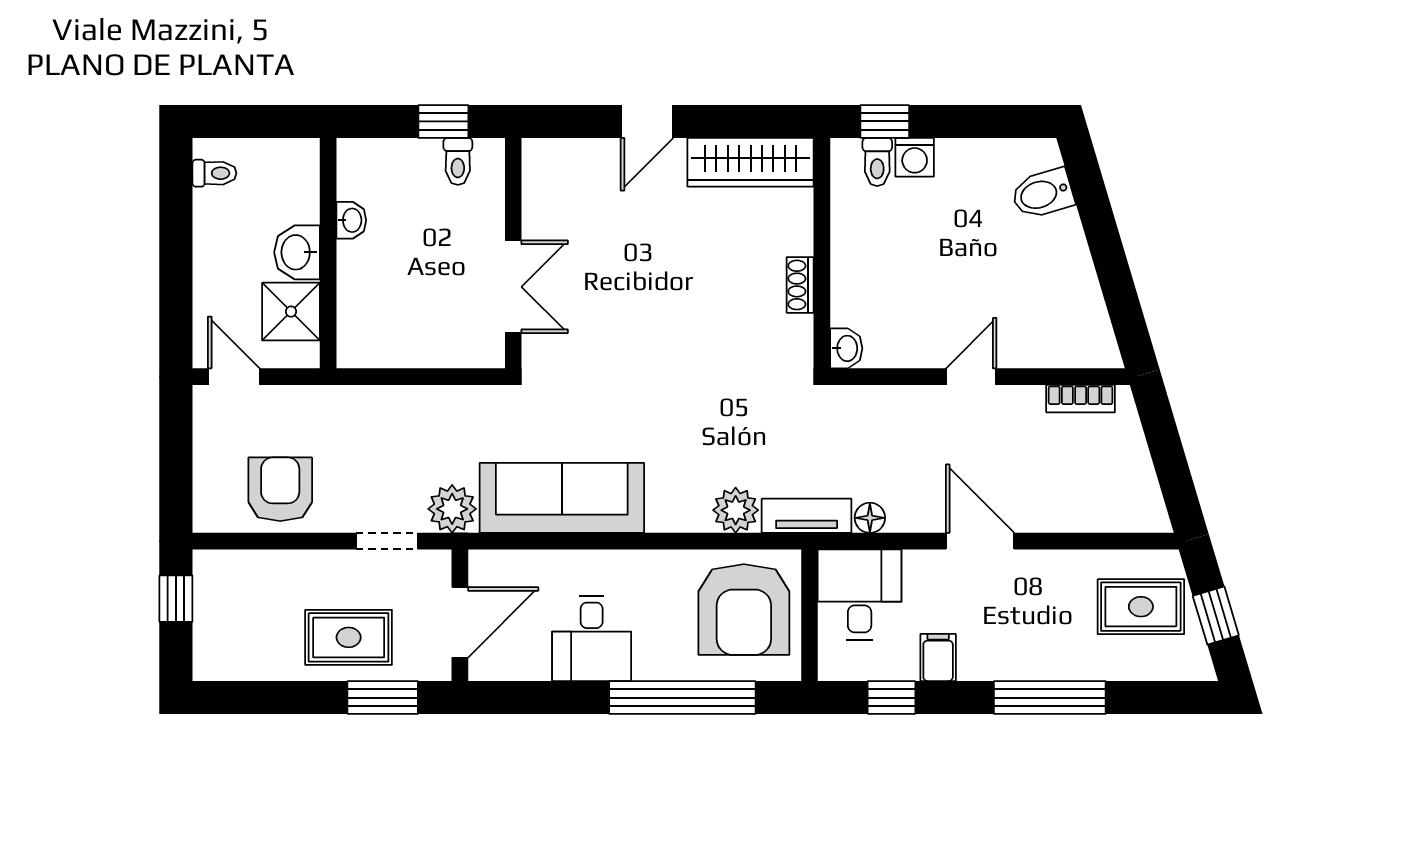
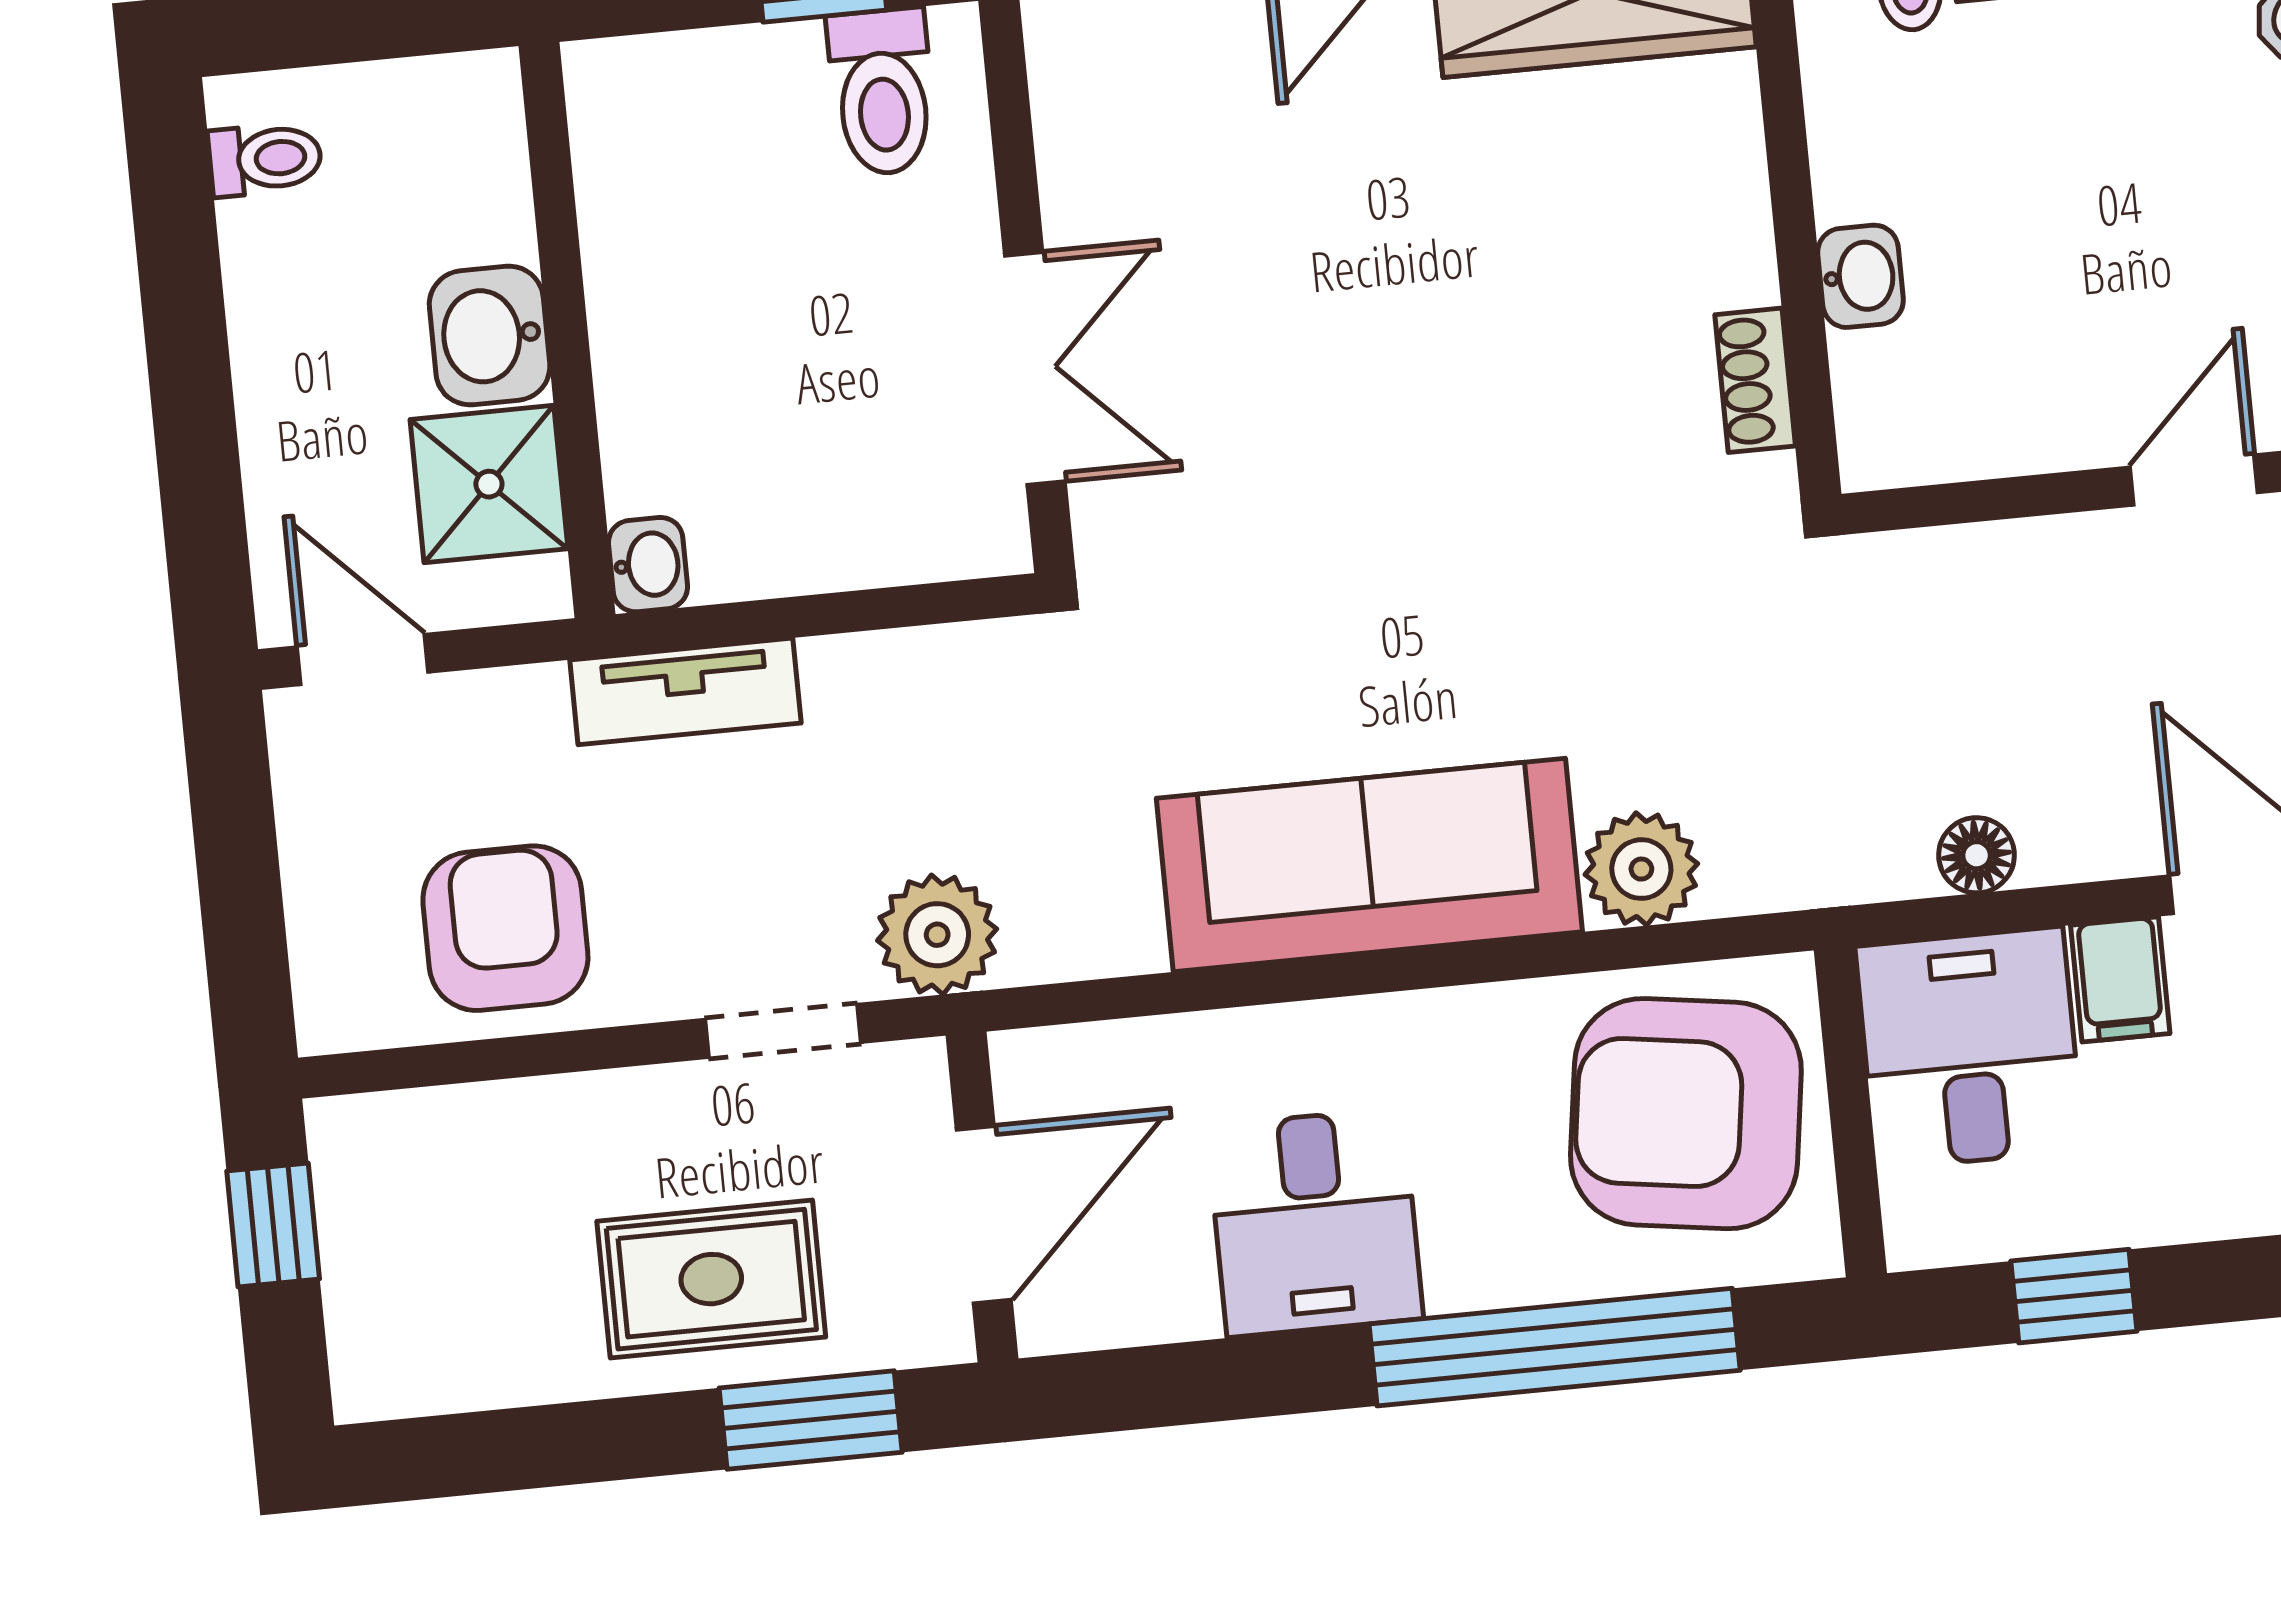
toilet: (458, 161) -> (882, 92), width x1.37, depth x1.39
washbasin: (351, 220) -> (648, 565), moved
shoe rack: (800, 285) -> (1755, 380), moved
washbasin: (846, 348) -> (1860, 276), moved
sofa: (562, 498) -> (1369, 865), moved
tv unit: (807, 516) -> (685, 691), moved, turned 180
armchair: (744, 610) -> (1686, 1114), turned 98
filing cabinet: (938, 658) -> (2120, 979), moved, turned 180

